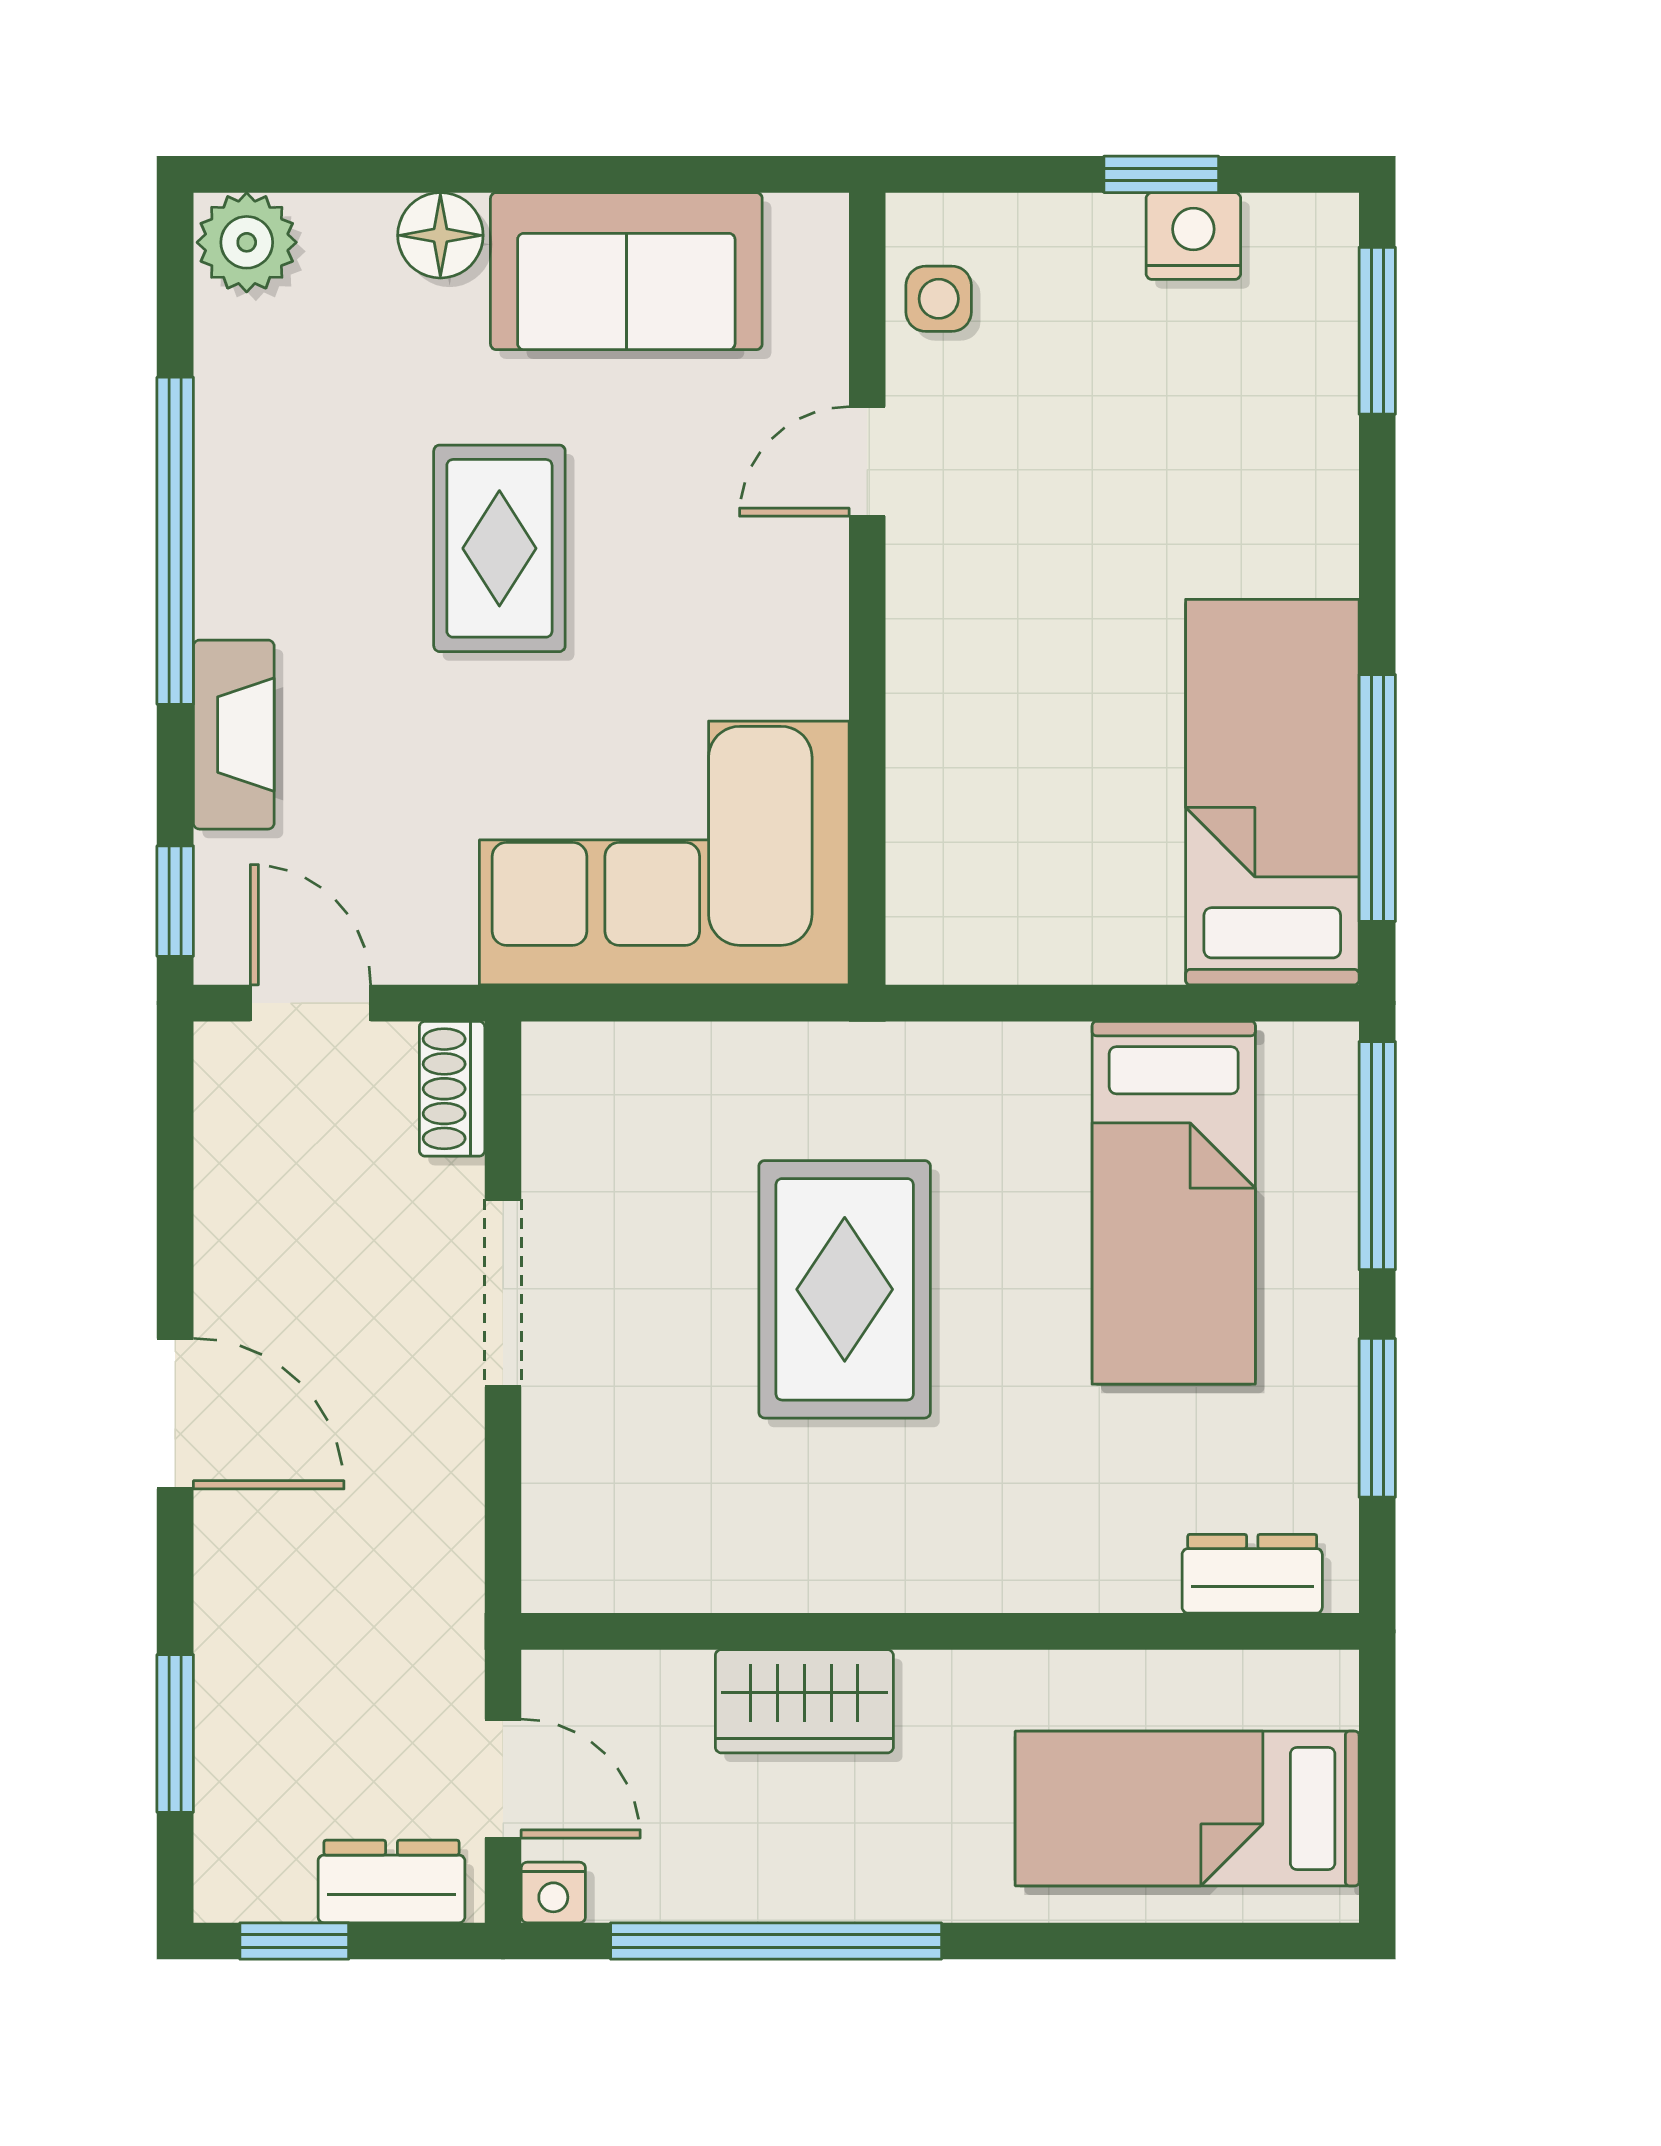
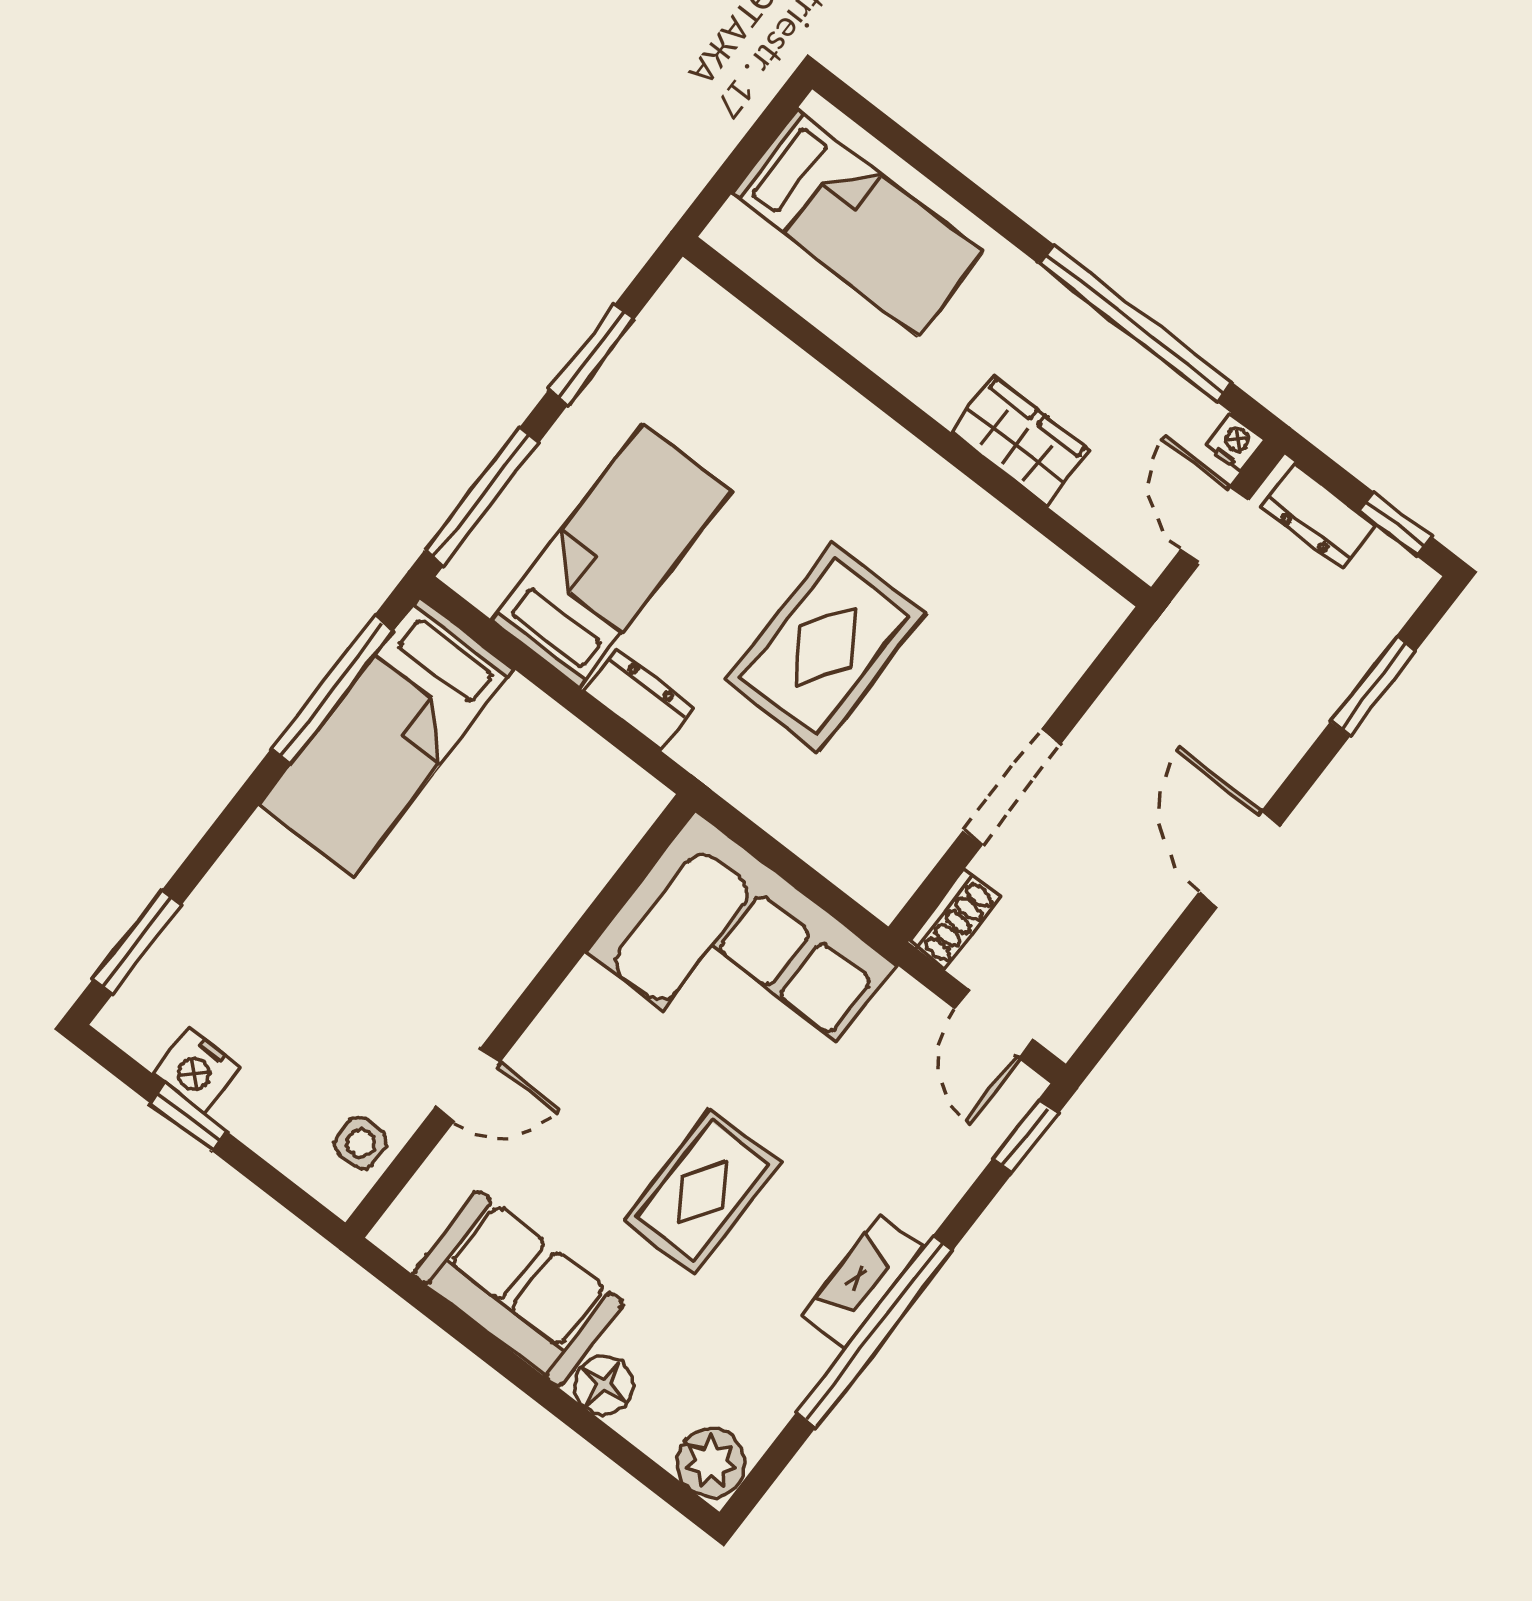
fireplace: (234, 735) -> (862, 1282), moved
dresser: (1252, 1574) -> (638, 699), moved, turned 180

